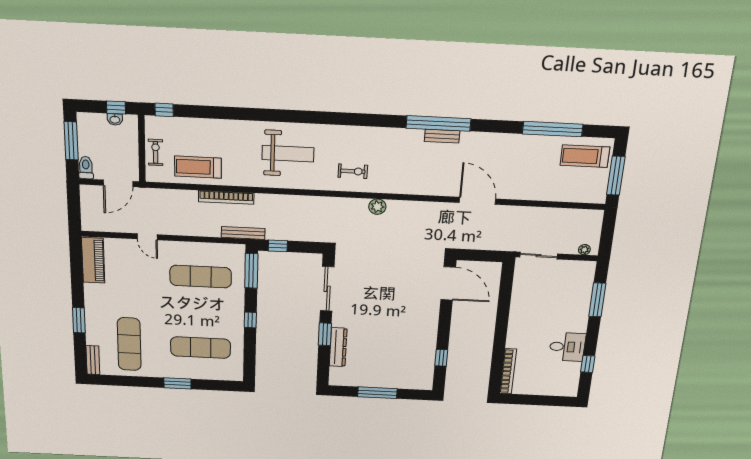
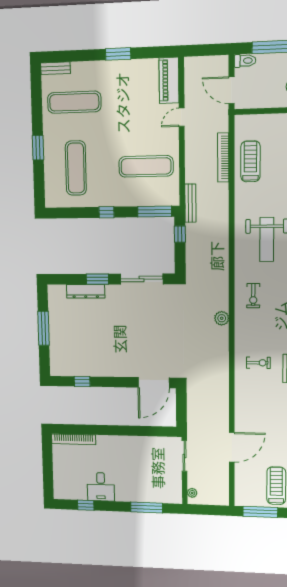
exercise bike: (156, 152) -> (258, 363), moved
bookcase: (226, 197) -> (223, 157), moved
door: (477, 201) -> (232, 447), moved
piano: (93, 260) -> (169, 80), moved, turned 90
exercise mat: (201, 277) -> (146, 166), turned 90
window: (79, 320) -> (118, 54), moved

